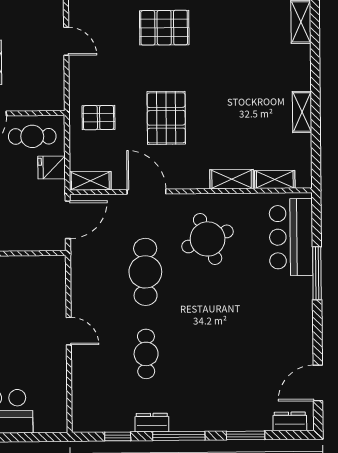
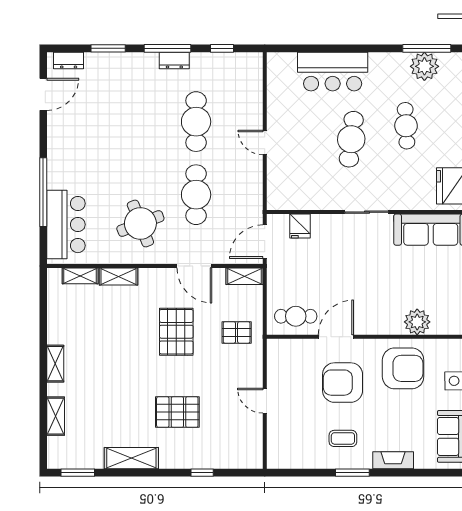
shelving: (302, 112) -> (55, 364), moved
fridge: (52, 167) -> (300, 226), moved, turned 90
window: (317, 273) -> (43, 192), width x1.46
cafe table: (146, 354) -> (196, 122), width x1.37, depth x1.35
dresser: (152, 423) -> (174, 60), moved

